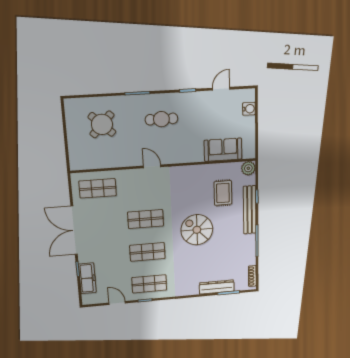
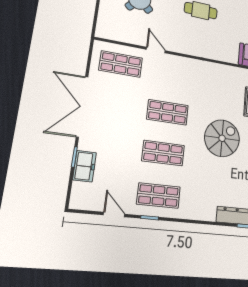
door: (152, 166) -> (156, 50), moved
spiral stairs: (197, 230) -> (222, 138), turned 90
freezer: (87, 278) -> (85, 166), width x0.71

